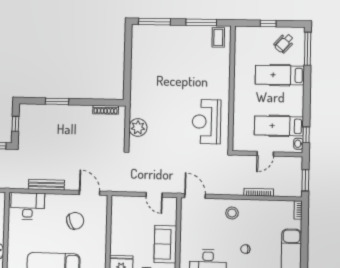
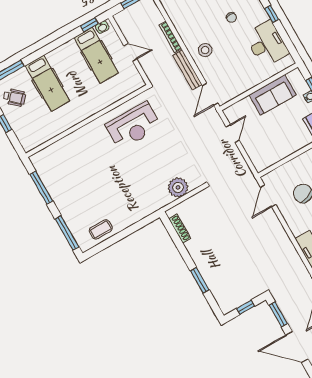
coffee table: (218, 37) -> (101, 229), moved
bench: (46, 185) -> (187, 70), moved

